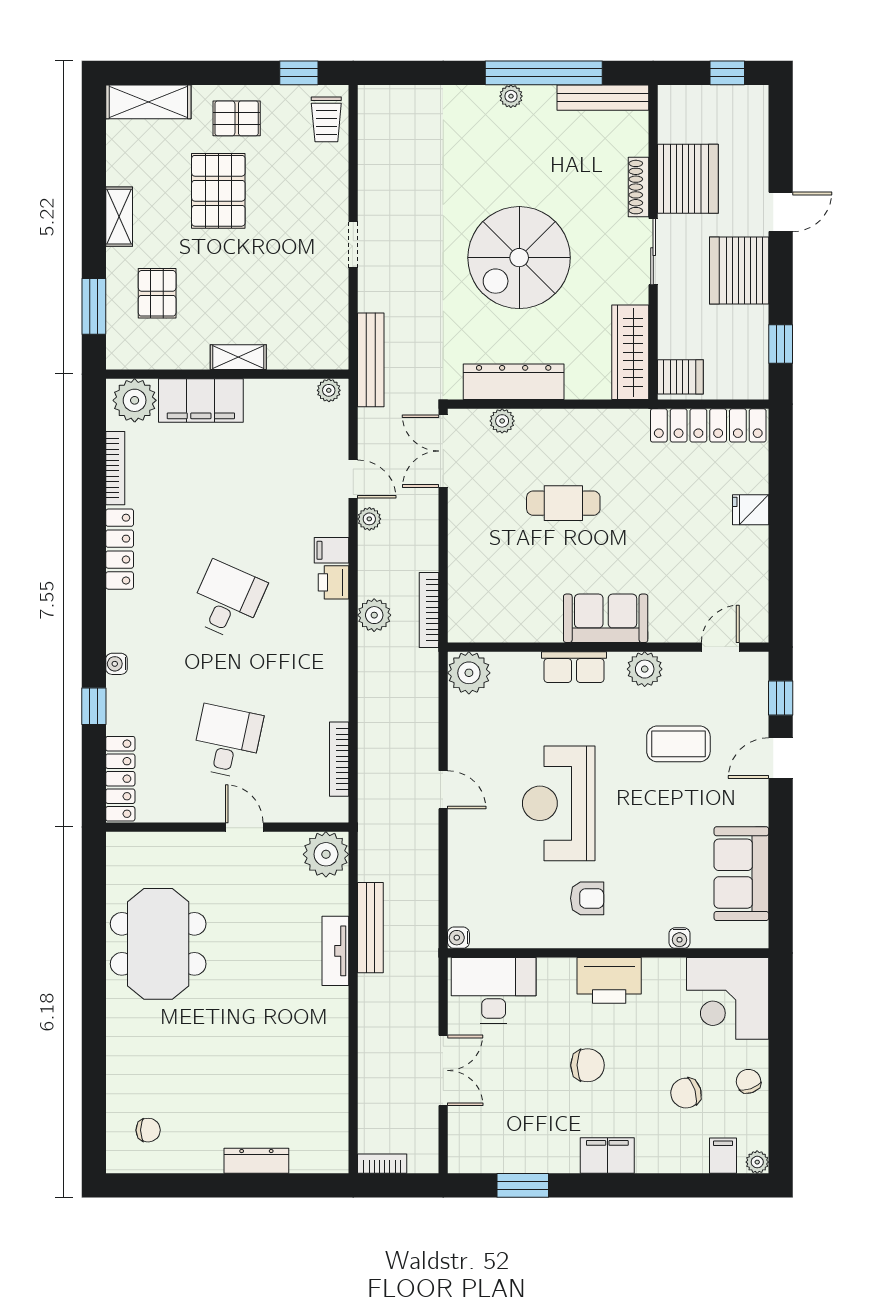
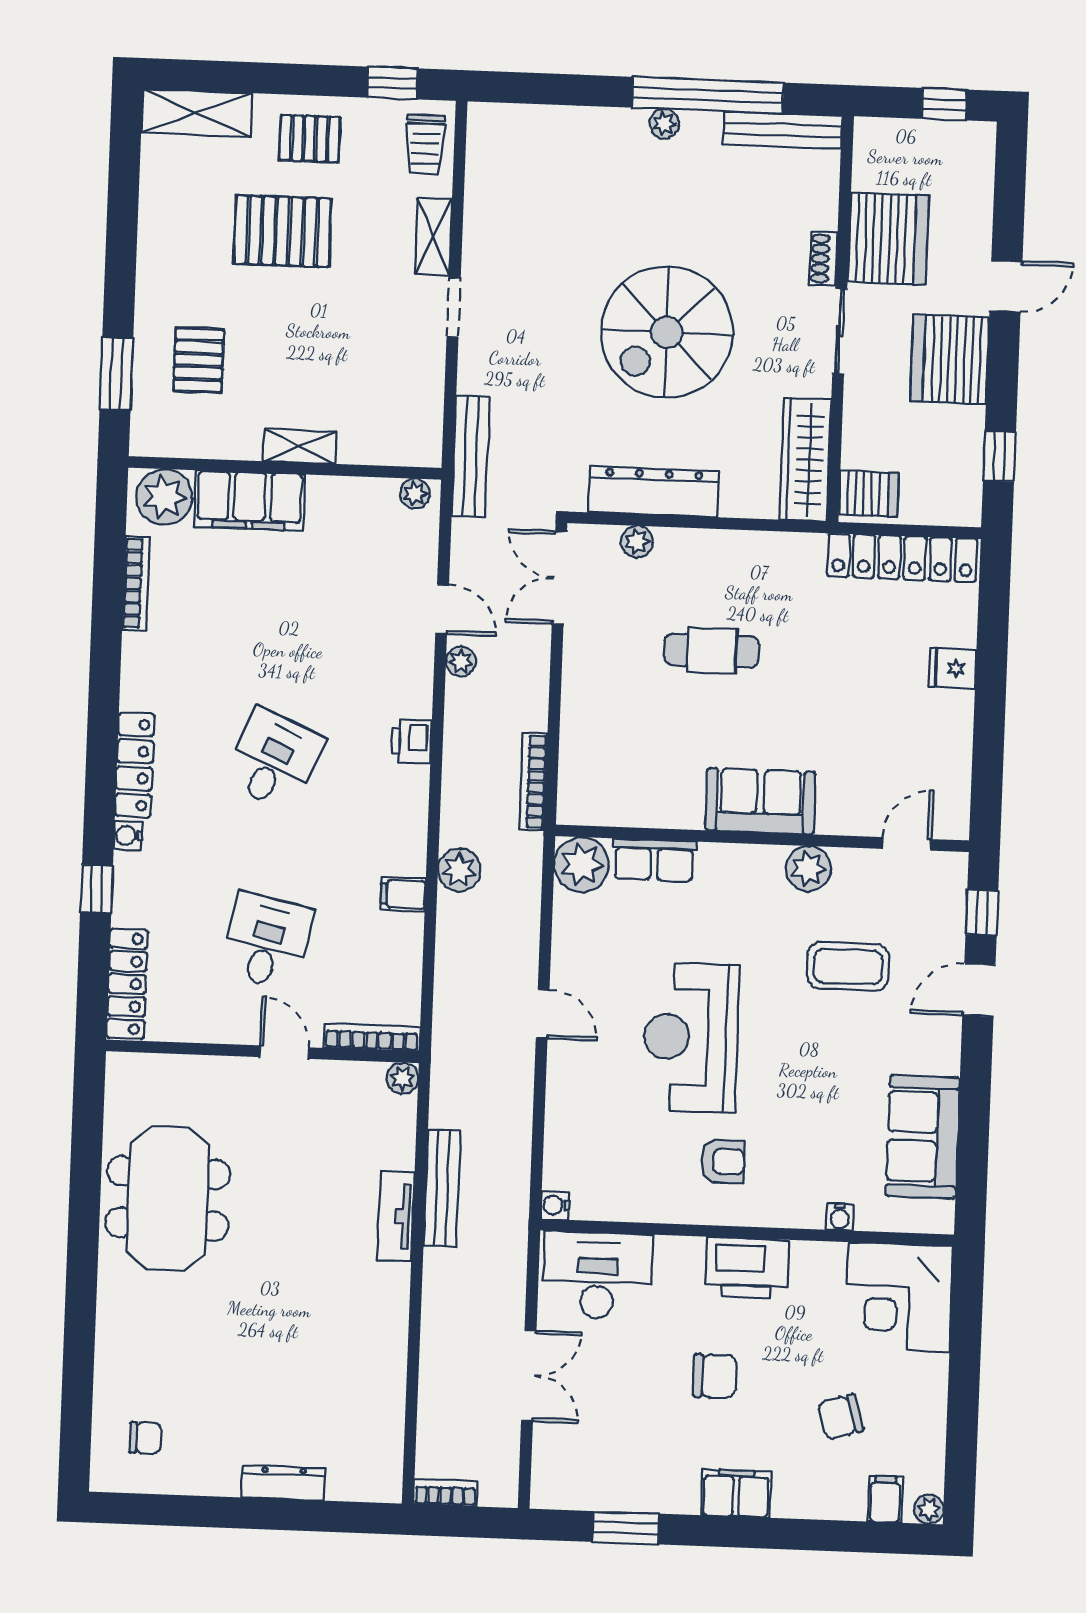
shoe rack: (638, 187) -> (824, 259), width x0.70
pallet: (218, 191) -> (283, 231), turned 90
shelving: (119, 217) -> (433, 237), moved
locker: (120, 549) -> (135, 765), moved
filing cabinet: (331, 550) -> (403, 894), moved
plant: (374, 615) -> (459, 870), moved
row of seats: (574, 667) -> (654, 860), moved
bookcase: (339, 759) -> (372, 1037), moved, turned 90
plant: (326, 854) -> (403, 1078), width x0.53, depth x0.53
chair: (748, 1081) -> (922, 1405), removed

